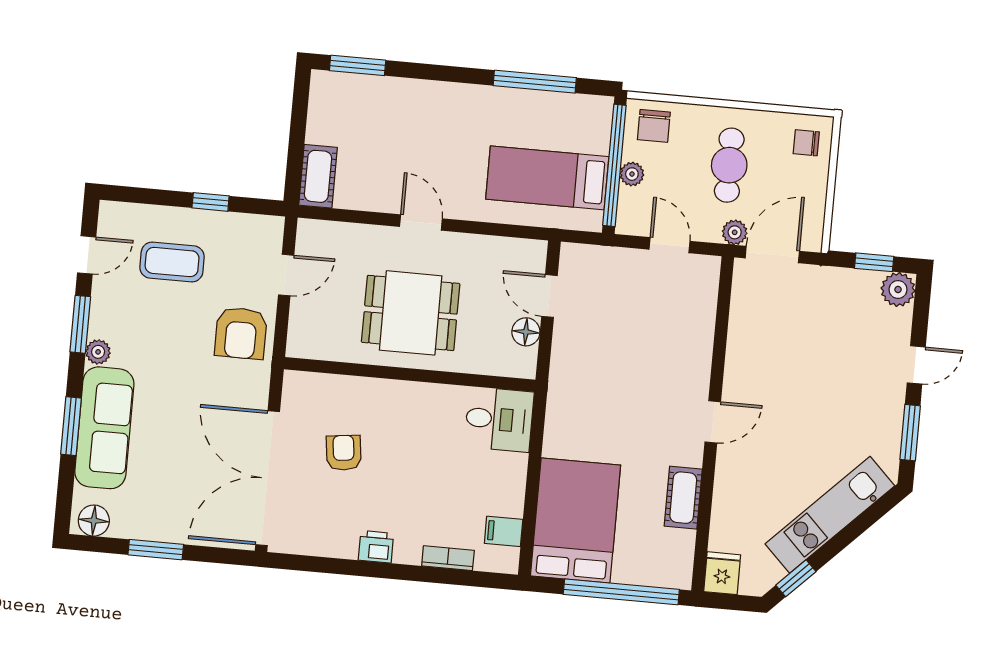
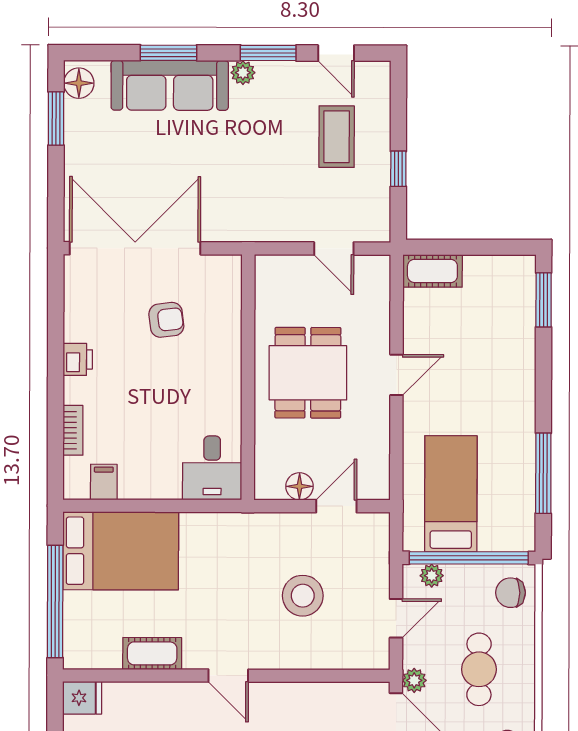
cafe table: (729, 165) -> (479, 669), turned 90
plant: (632, 174) -> (432, 576), moved
armchair: (241, 333) -> (274, 210), removed
stool: (638, 339) -> (303, 596), added
window: (156, 550) -> (56, 118), moved

